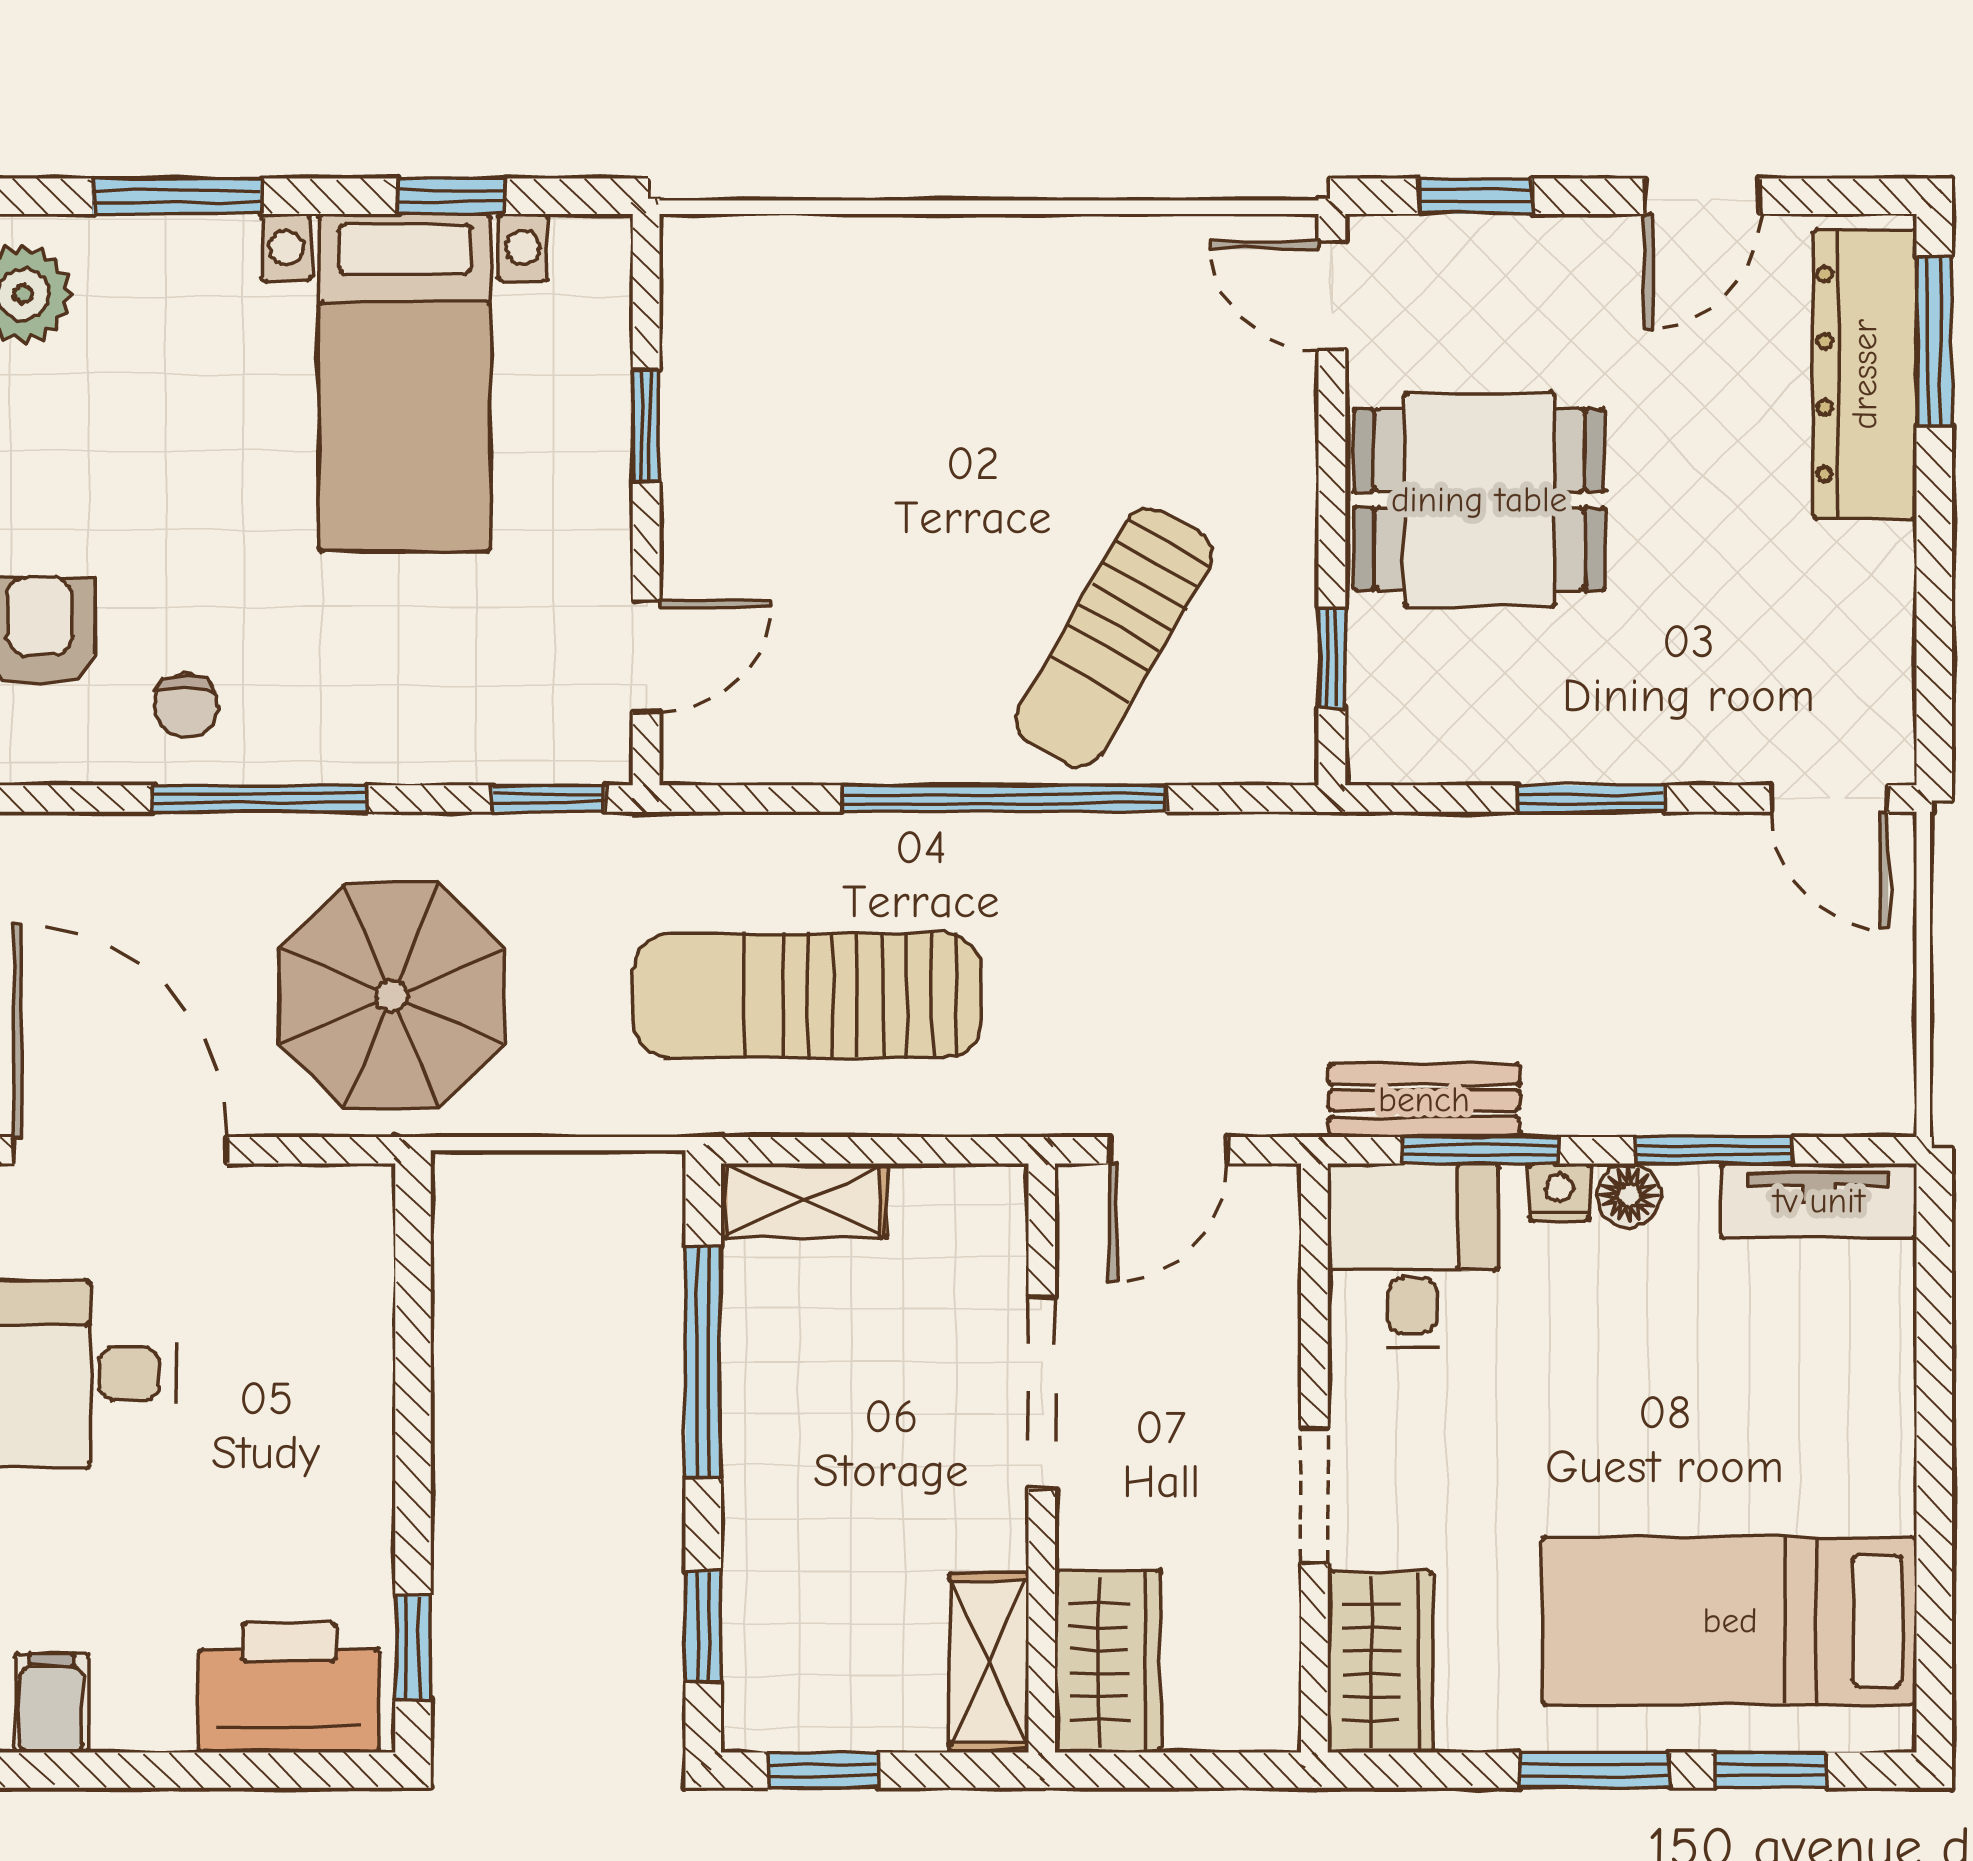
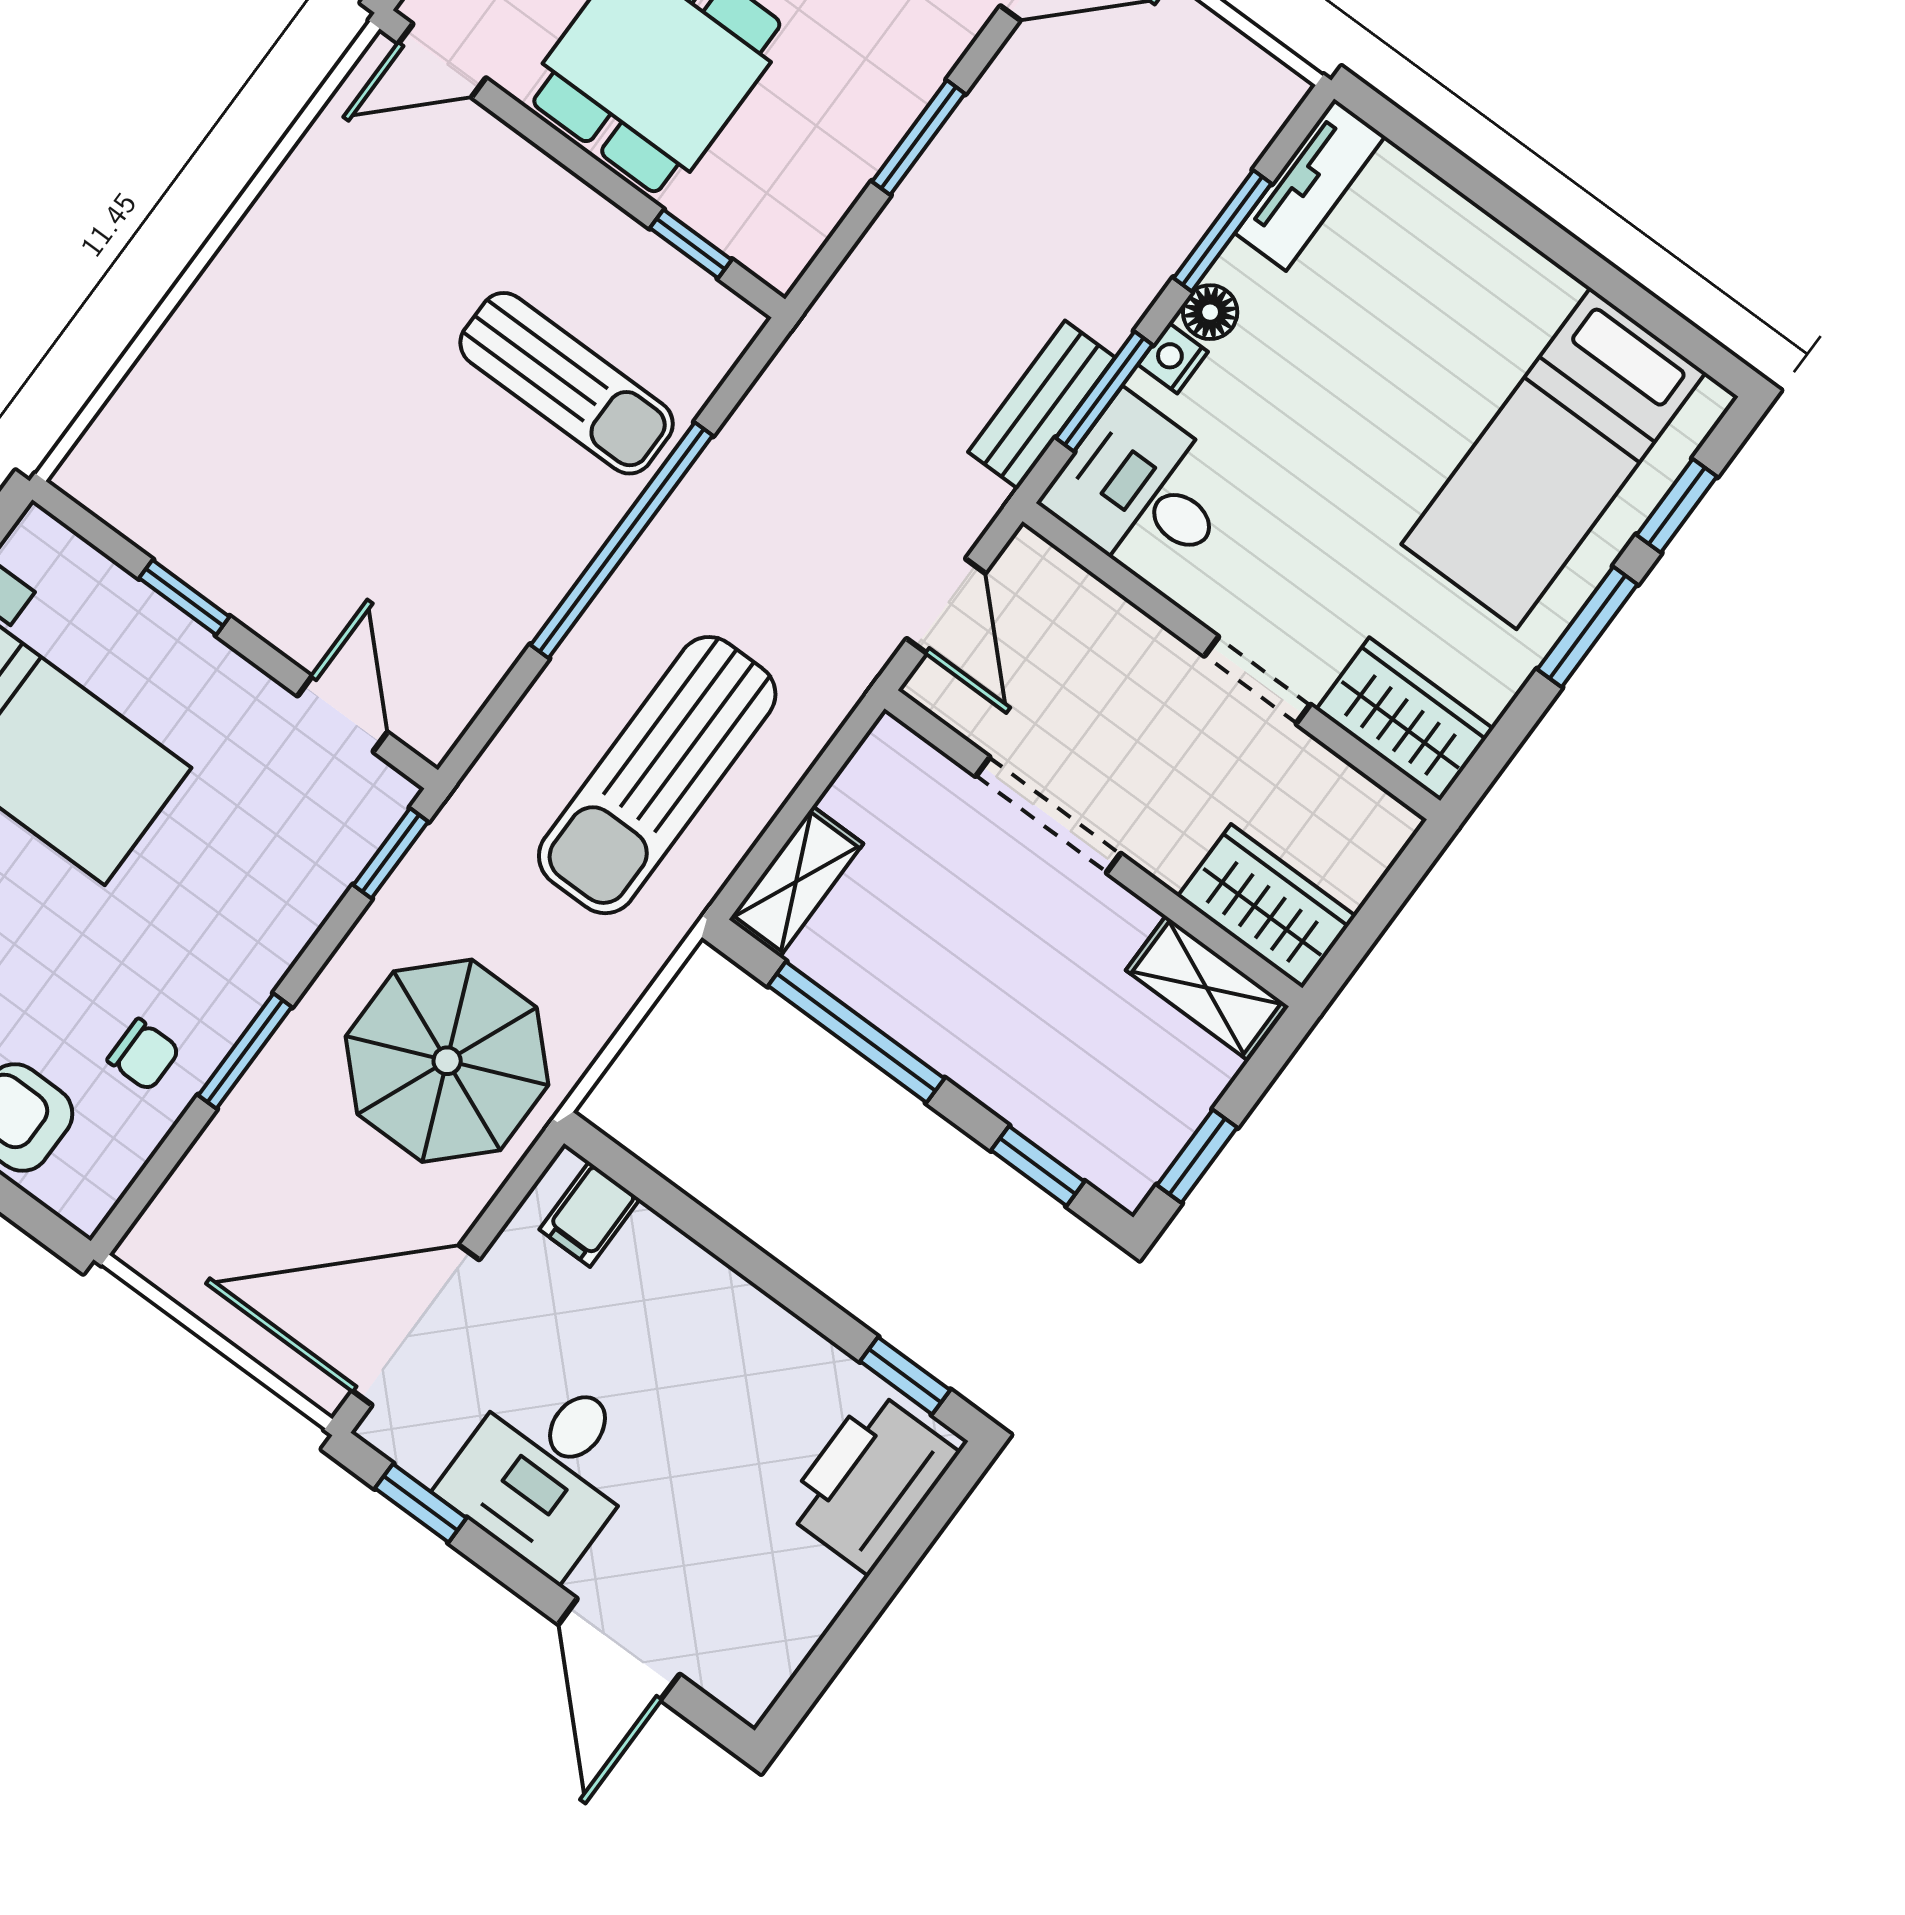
sun lounger: (1114, 637) -> (567, 383), turned -30
window: (260, 799) -> (245, 1051), width x0.69
filing cabinet: (51, 1703) -> (590, 1214), moved, turned -90

